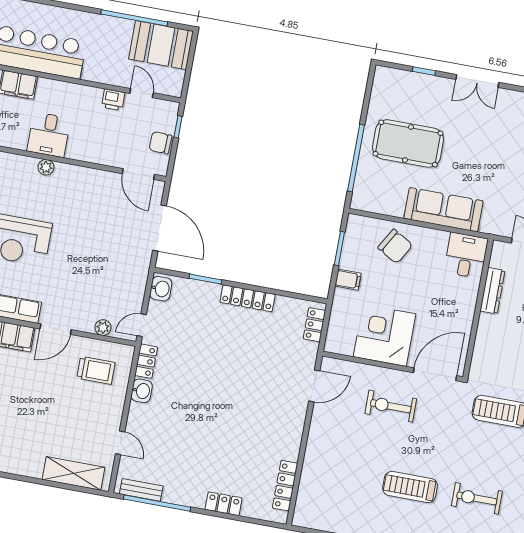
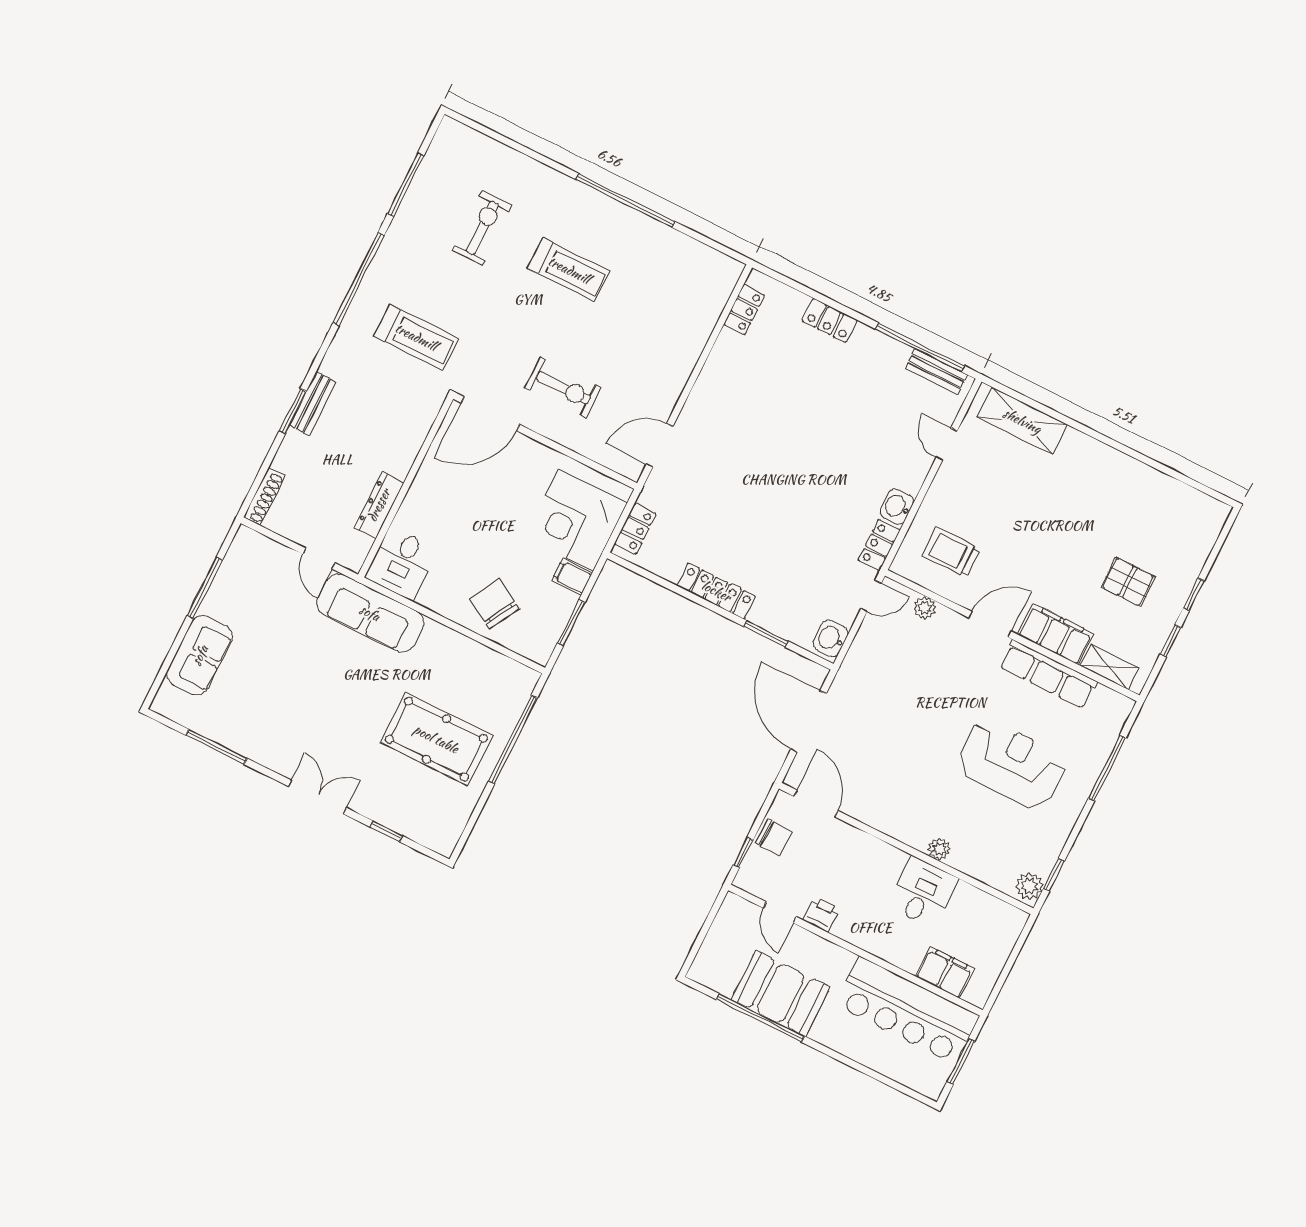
booth: (161, 45) -> (781, 993), moved
sofa: (443, 210) -> (370, 613), moved
corner desk: (385, 335) -> (576, 520), moved, turned 90
locker: (285, 486) -> (744, 310), width x0.66
exercise bike: (477, 498) -> (482, 228), turned -90

